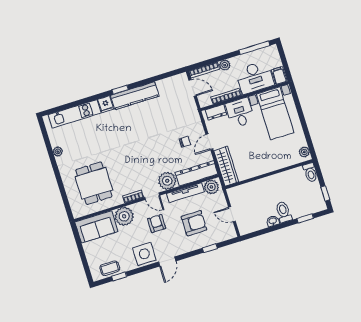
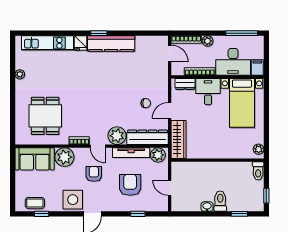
armchair: (194, 223) -> (130, 185), turned -90

